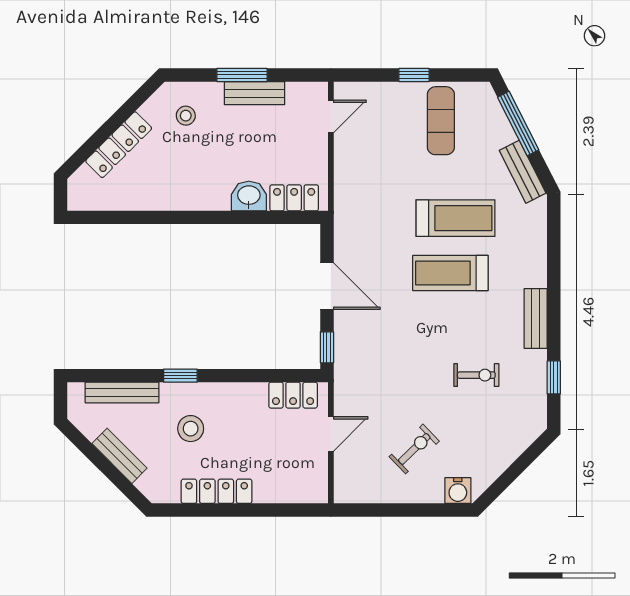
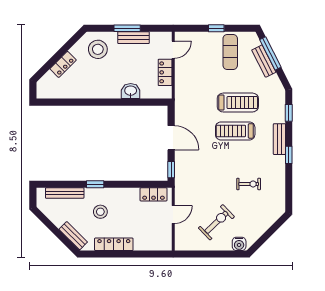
stool: (186, 116) -> (98, 49), width x1.89, depth x1.89
locker: (119, 145) -> (63, 64), width x0.66
bench: (523, 172) -> (264, 61), moved
locker: (294, 198) -> (165, 72), moved, turned -90
window: (554, 238) -> (289, 113), added
bench: (536, 319) -> (279, 139), moved
window: (554, 377) -> (289, 155), moved
exercise bike: (414, 449) -> (216, 222), width x1.38, depth x1.39
bench: (120, 456) -> (73, 236), moved

